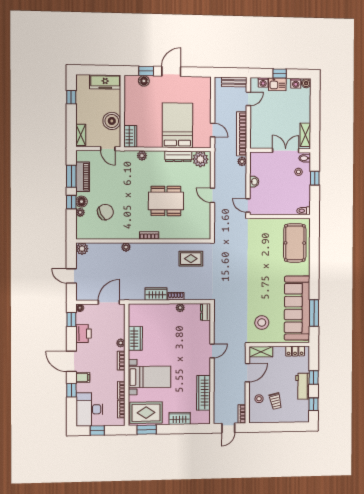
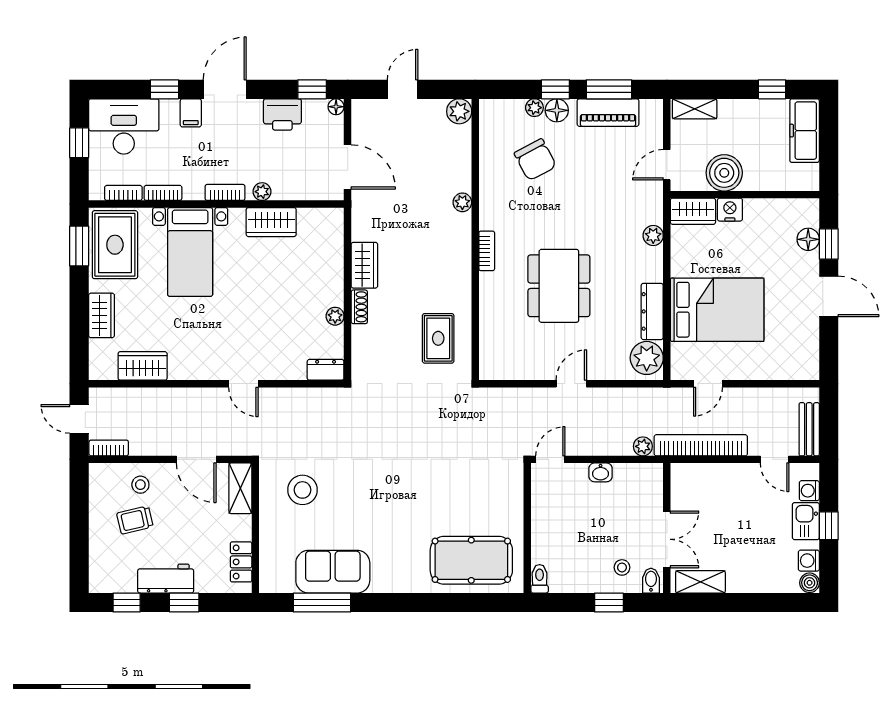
freezer: (105, 82) -> (805, 131), moved
nightstand: (130, 118) -> (730, 210), added
sofa: (297, 308) -> (333, 572), width x0.54, depth x0.79
wardrobe: (204, 393) -> (143, 366), width x0.67

